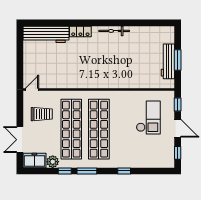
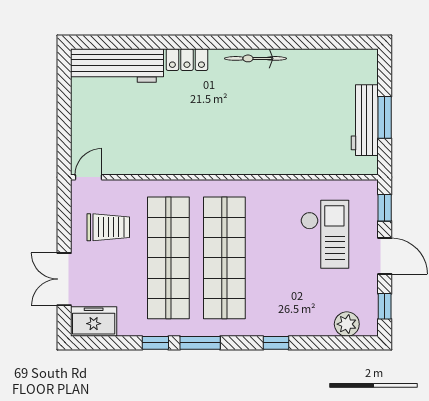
plant: (53, 162) -> (347, 324), moved

